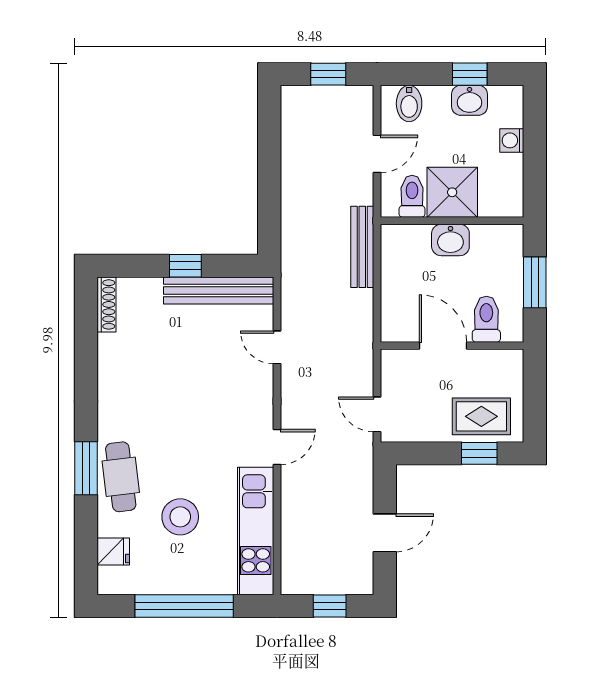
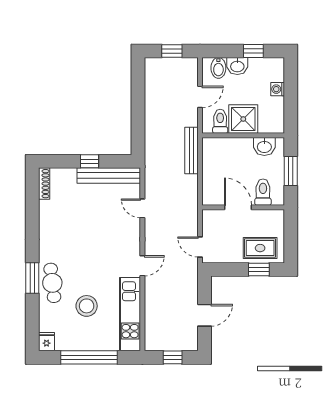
washbasin: (470, 100) -> (237, 66), moved
washbasin: (450, 240) -> (264, 146), moved
fridge: (113, 552) -> (47, 342), moved, turned -90

